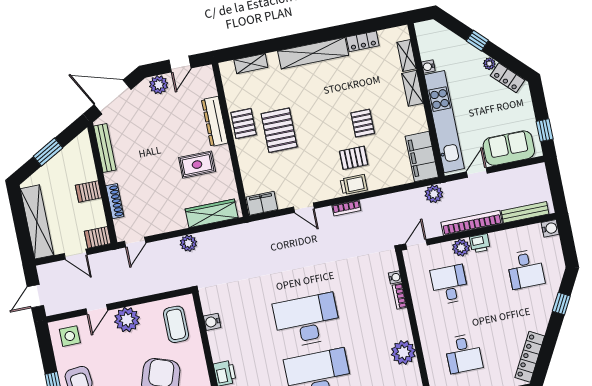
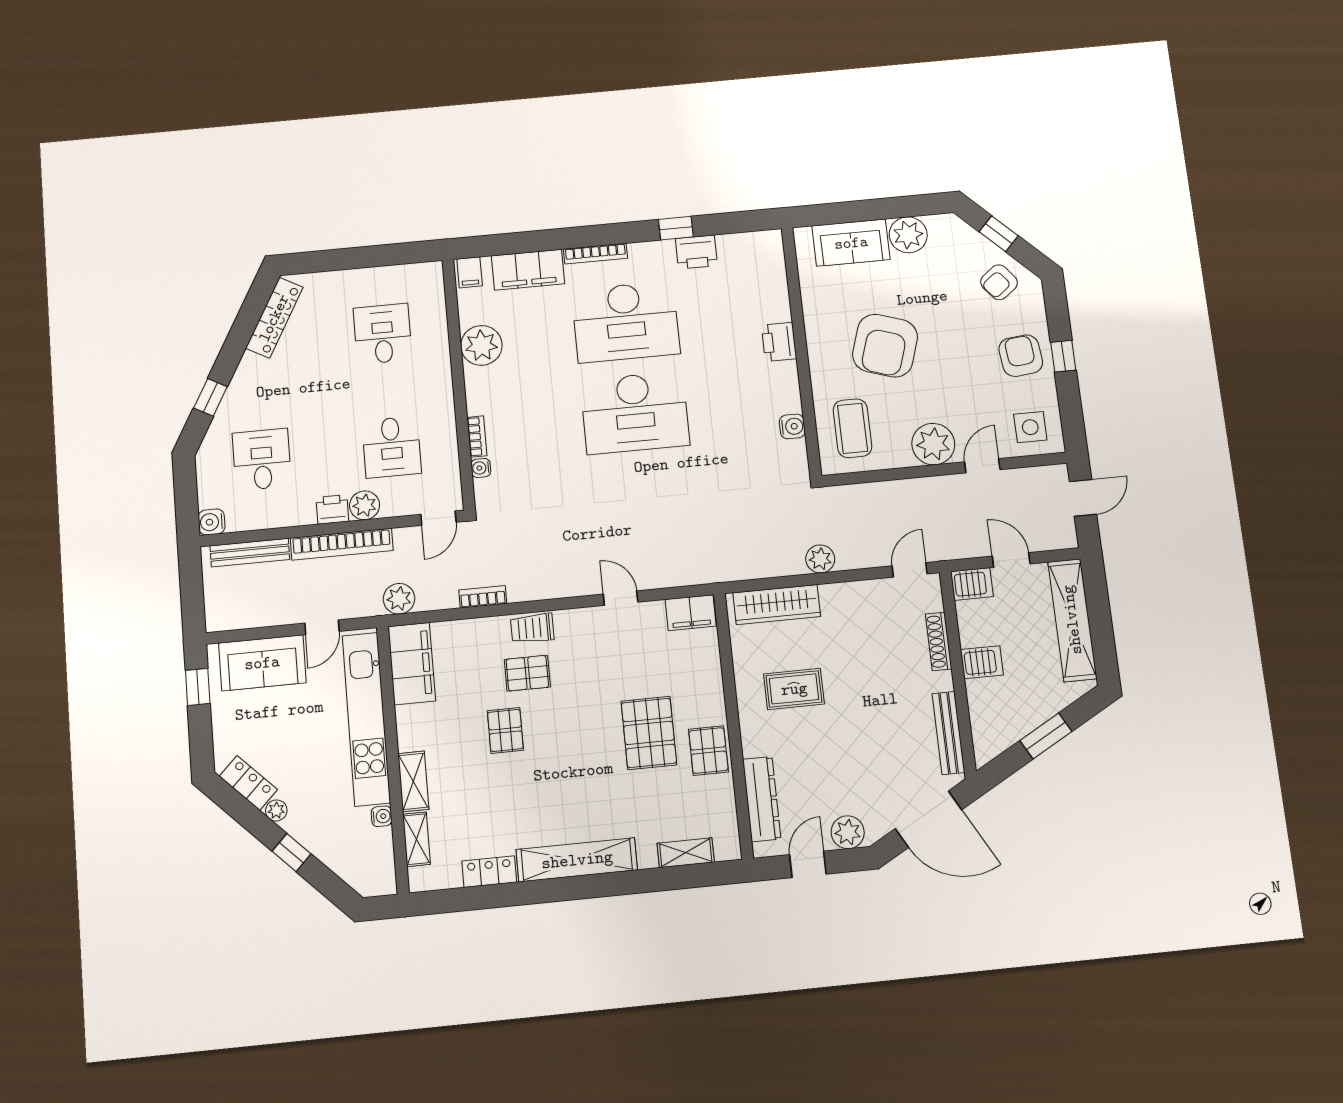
dresser: (215, 121) -> (762, 799), moved
bookcase: (346, 208) -> (483, 597), moved

